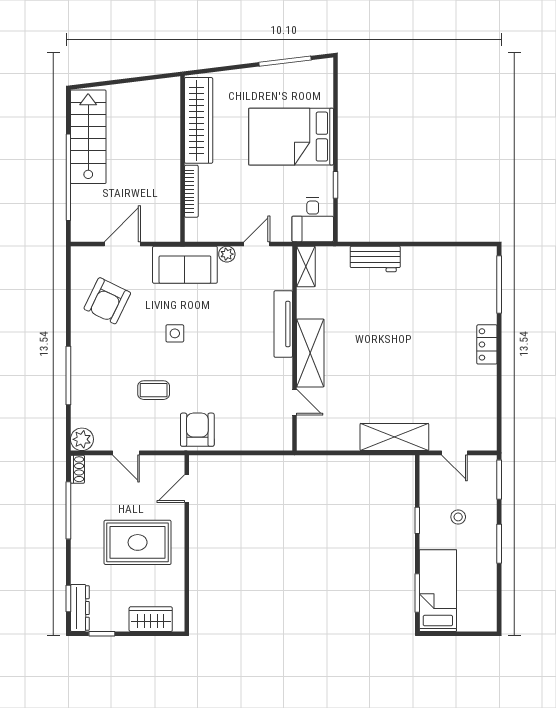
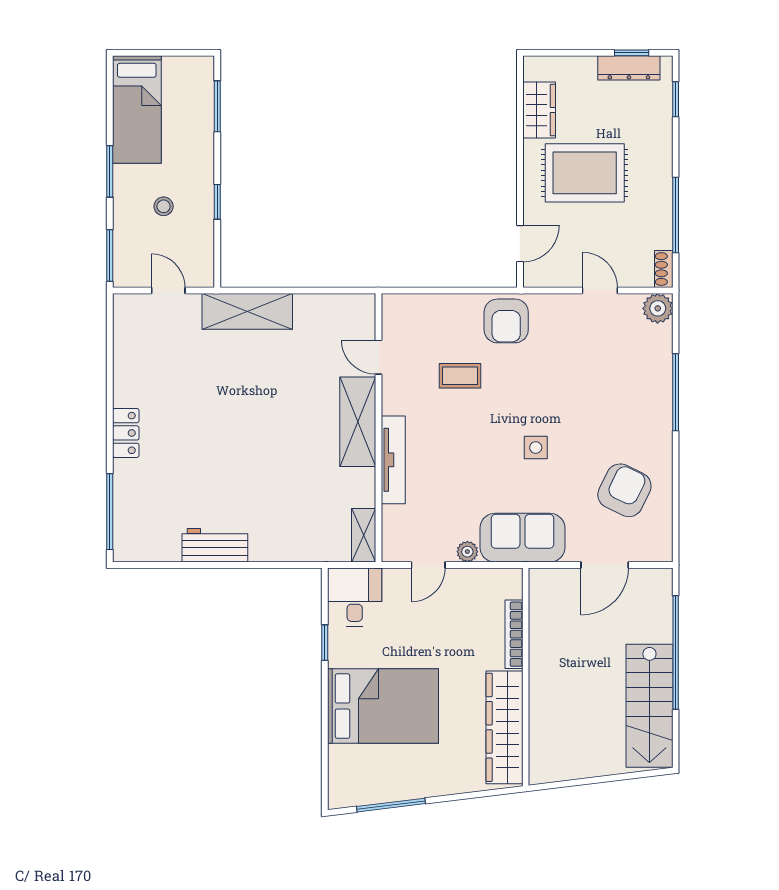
workbench: (375, 259) -> (215, 545), moved
coffee table: (154, 390) -> (460, 376), moved
bed: (438, 591) -> (137, 110), moved
dresser: (80, 608) -> (629, 68), moved, turned -90
wardrobe: (151, 619) -> (539, 110), moved, turned -90

